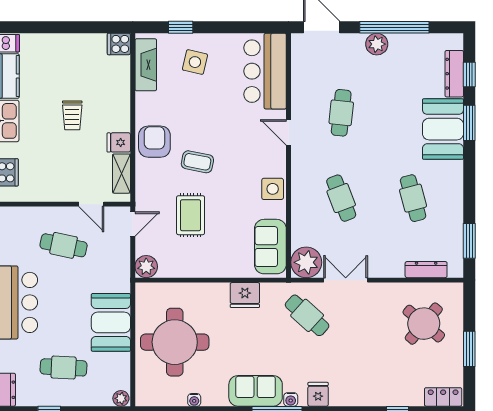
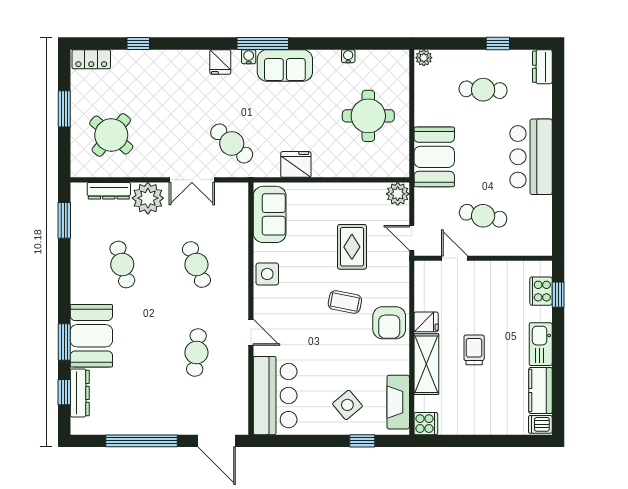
plant: (377, 44) -> (160, 423), removed
side table: (195, 62) -> (347, 405), turned 37
shelving: (121, 174) -> (426, 364), moved, width x1.50, depth x1.33
door: (133, 224) -> (412, 238), hinge flipped
plant: (306, 262) -> (148, 198), moved
booth: (111, 322) -> (434, 157), moved
round table: (175, 342) -> (368, 116), width x0.73, depth x0.73

